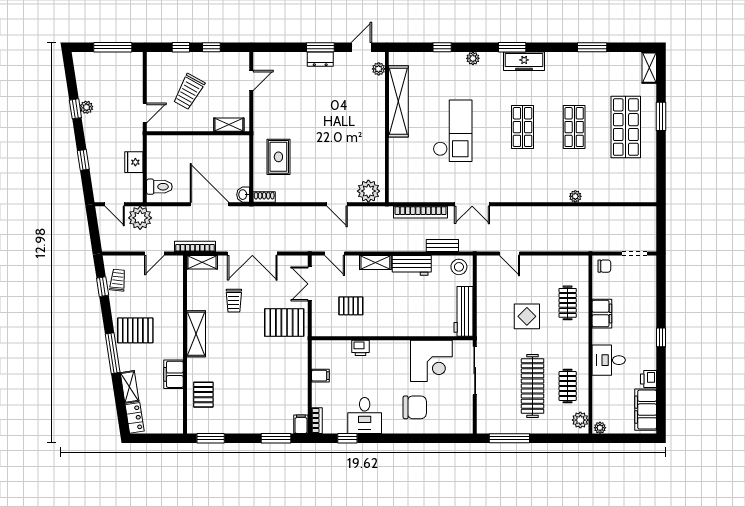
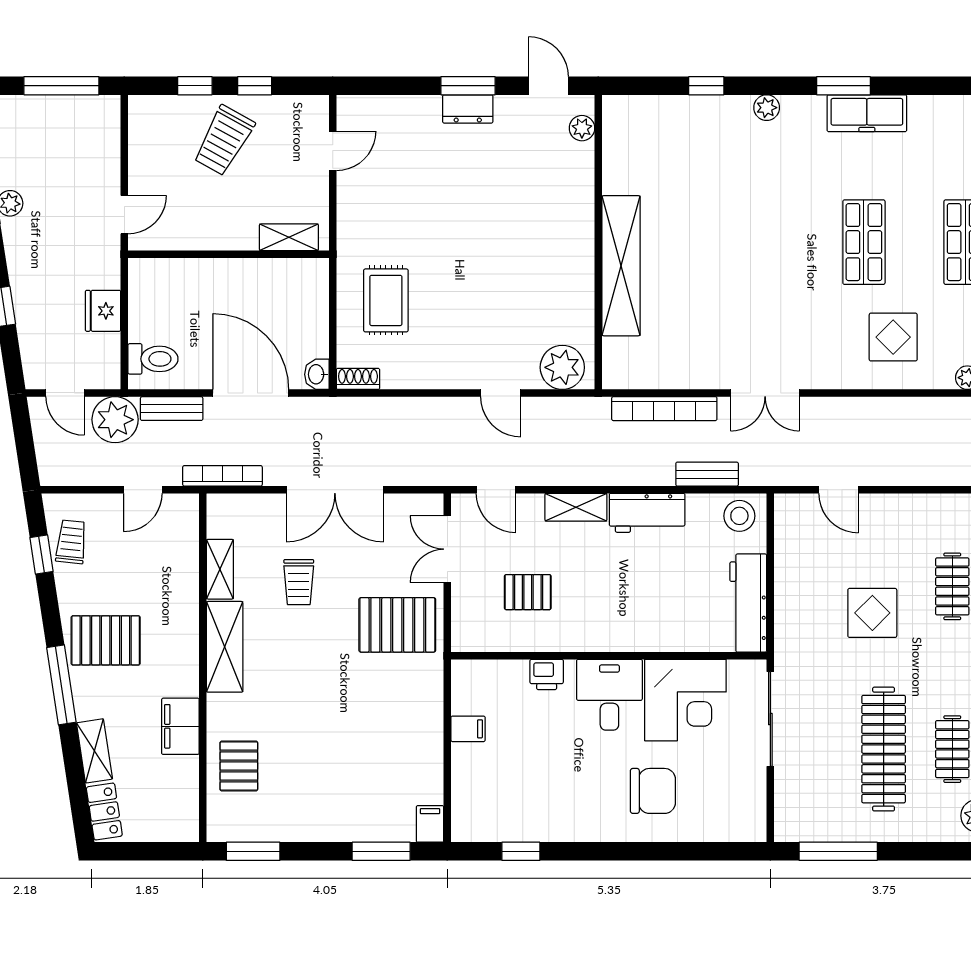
door: (361, 47) -> (548, 86), hinge flipped
trolley: (189, 92) -> (224, 140), moved
shelving: (398, 101) -> (621, 266), moved
checkout: (453, 131) -> (727, 250), removed
display table: (537, 176) -> (893, 337), added
bench: (169, 212) -> (172, 409), added
shelving: (202, 262) -> (220, 569), moved, turned 90
desk: (365, 415) -> (609, 695), moved, turned 180
bookcase: (317, 421) -> (461, 817), removed

